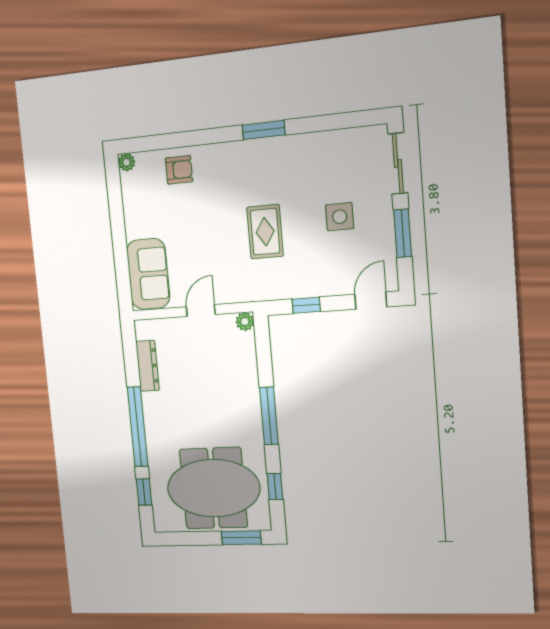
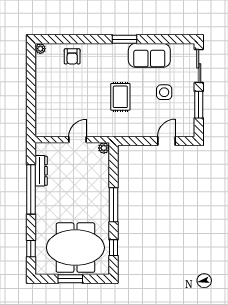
armchair: (179, 170) -> (72, 56), turned 90
sofa: (148, 274) -> (149, 55), moved, turned 90
door: (371, 301) -> (167, 141), moved
window: (306, 305) -> (141, 141), removed
window: (138, 427) -> (31, 189), moved
window: (241, 538) -> (70, 279), moved

